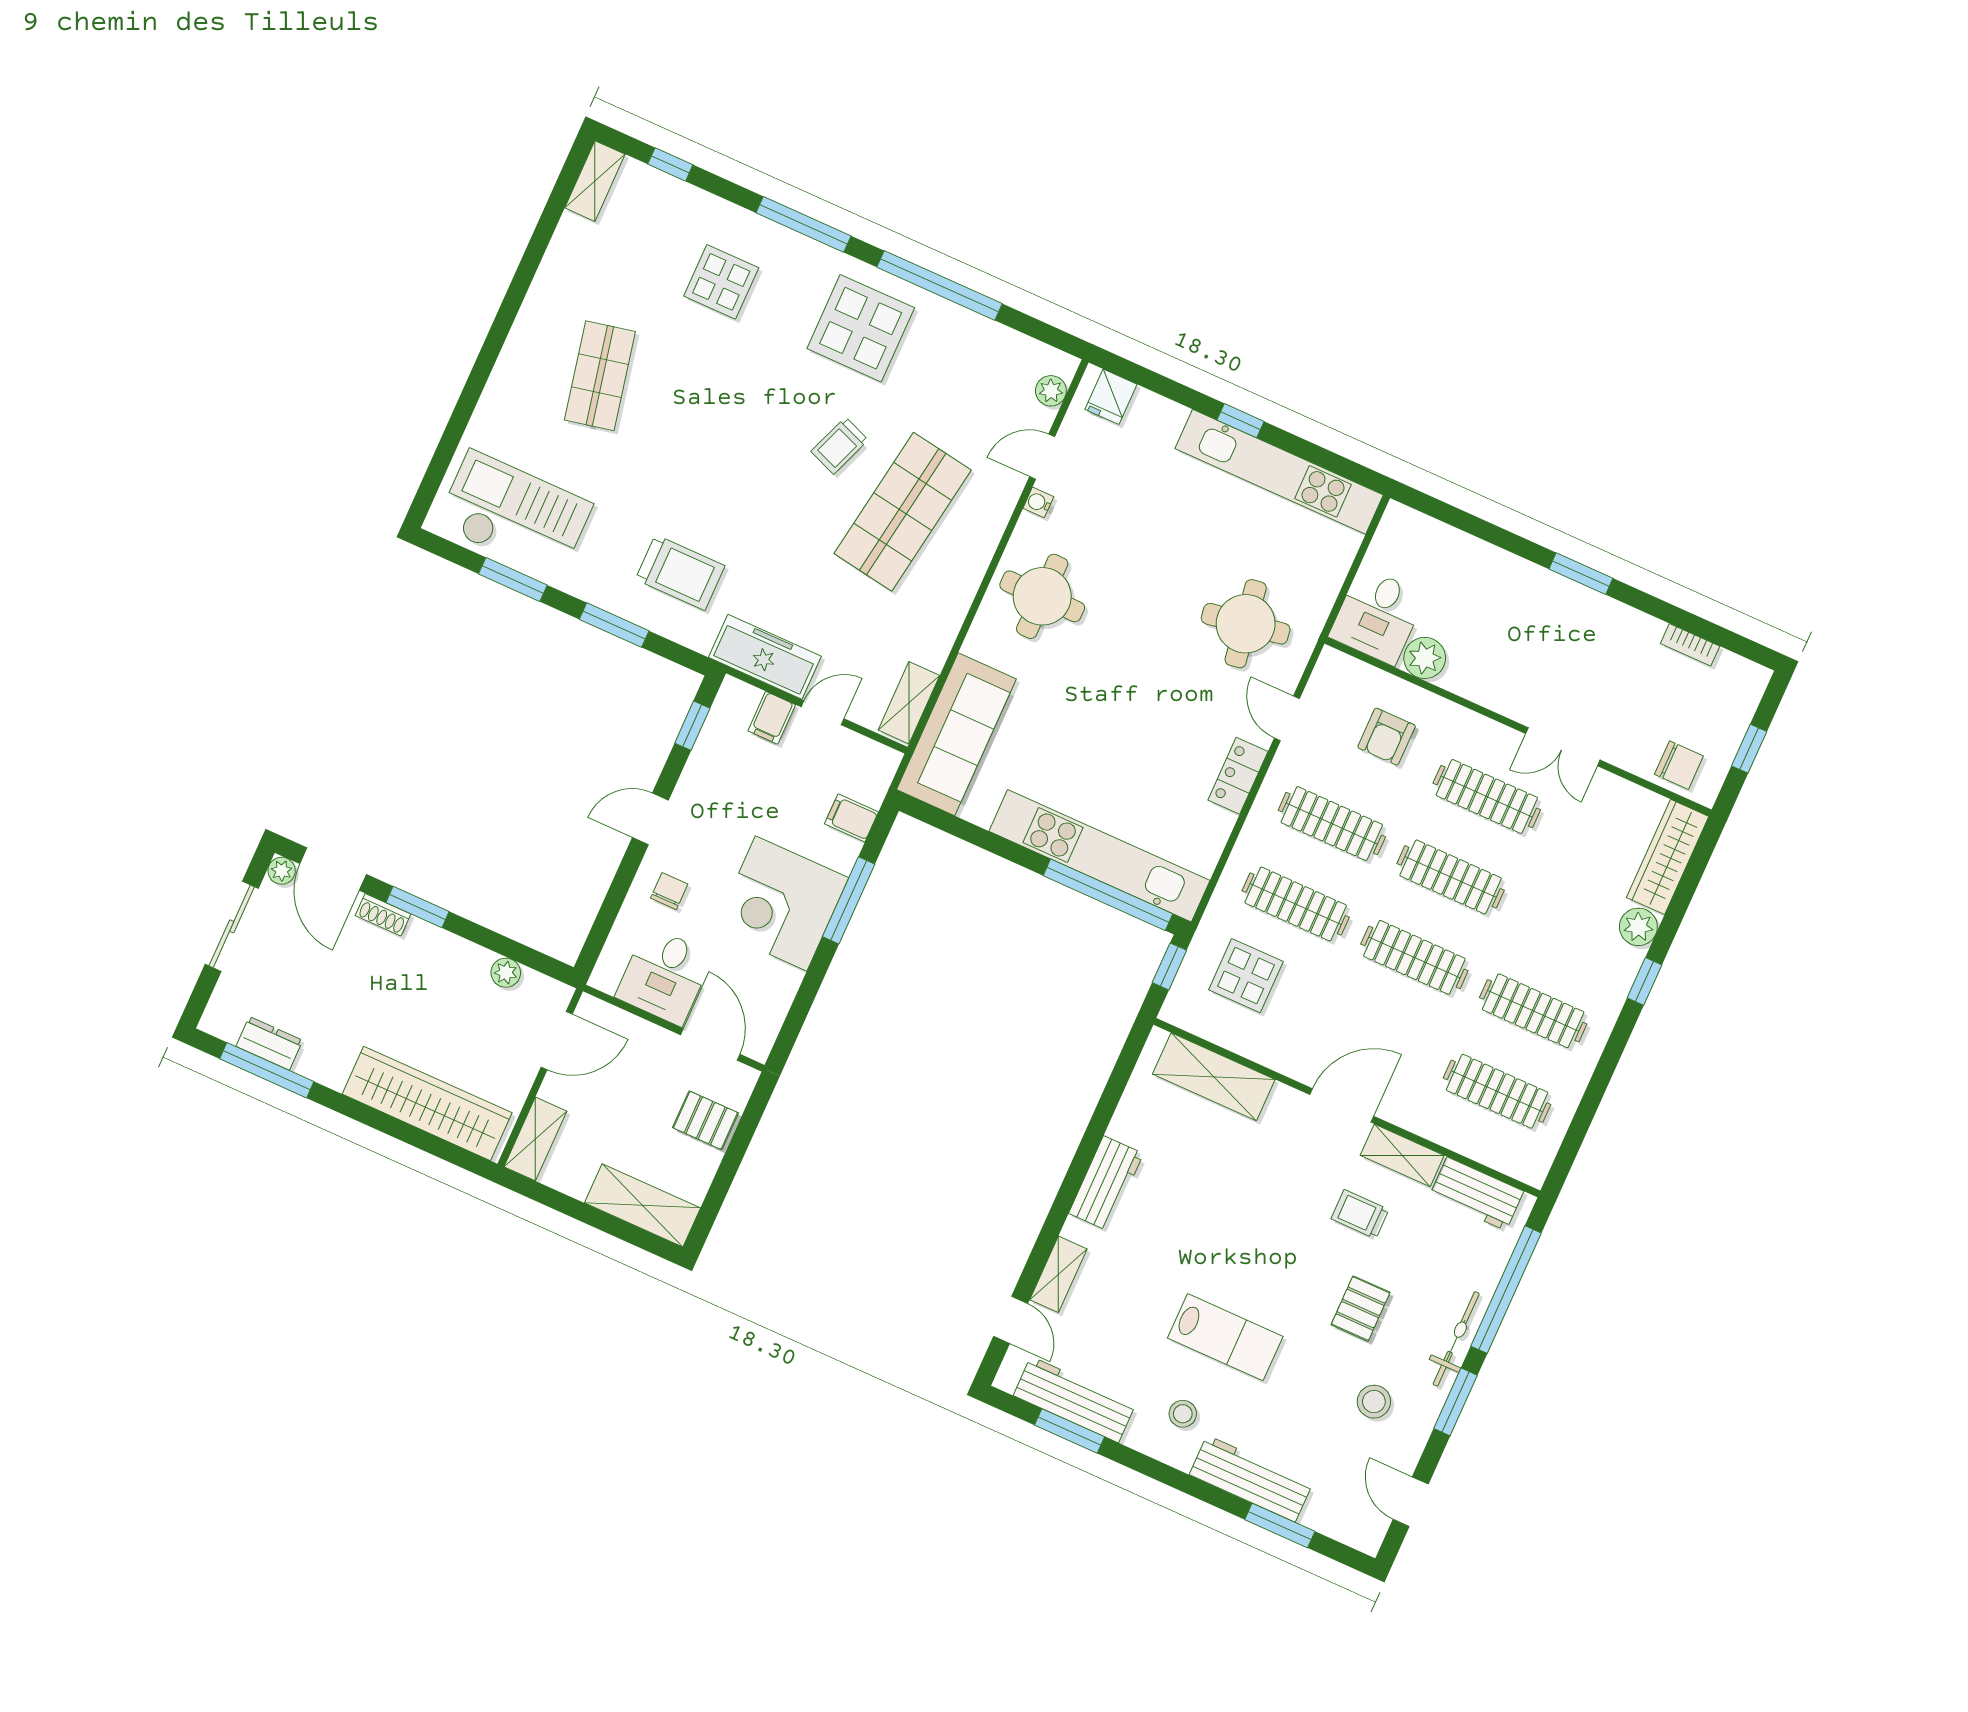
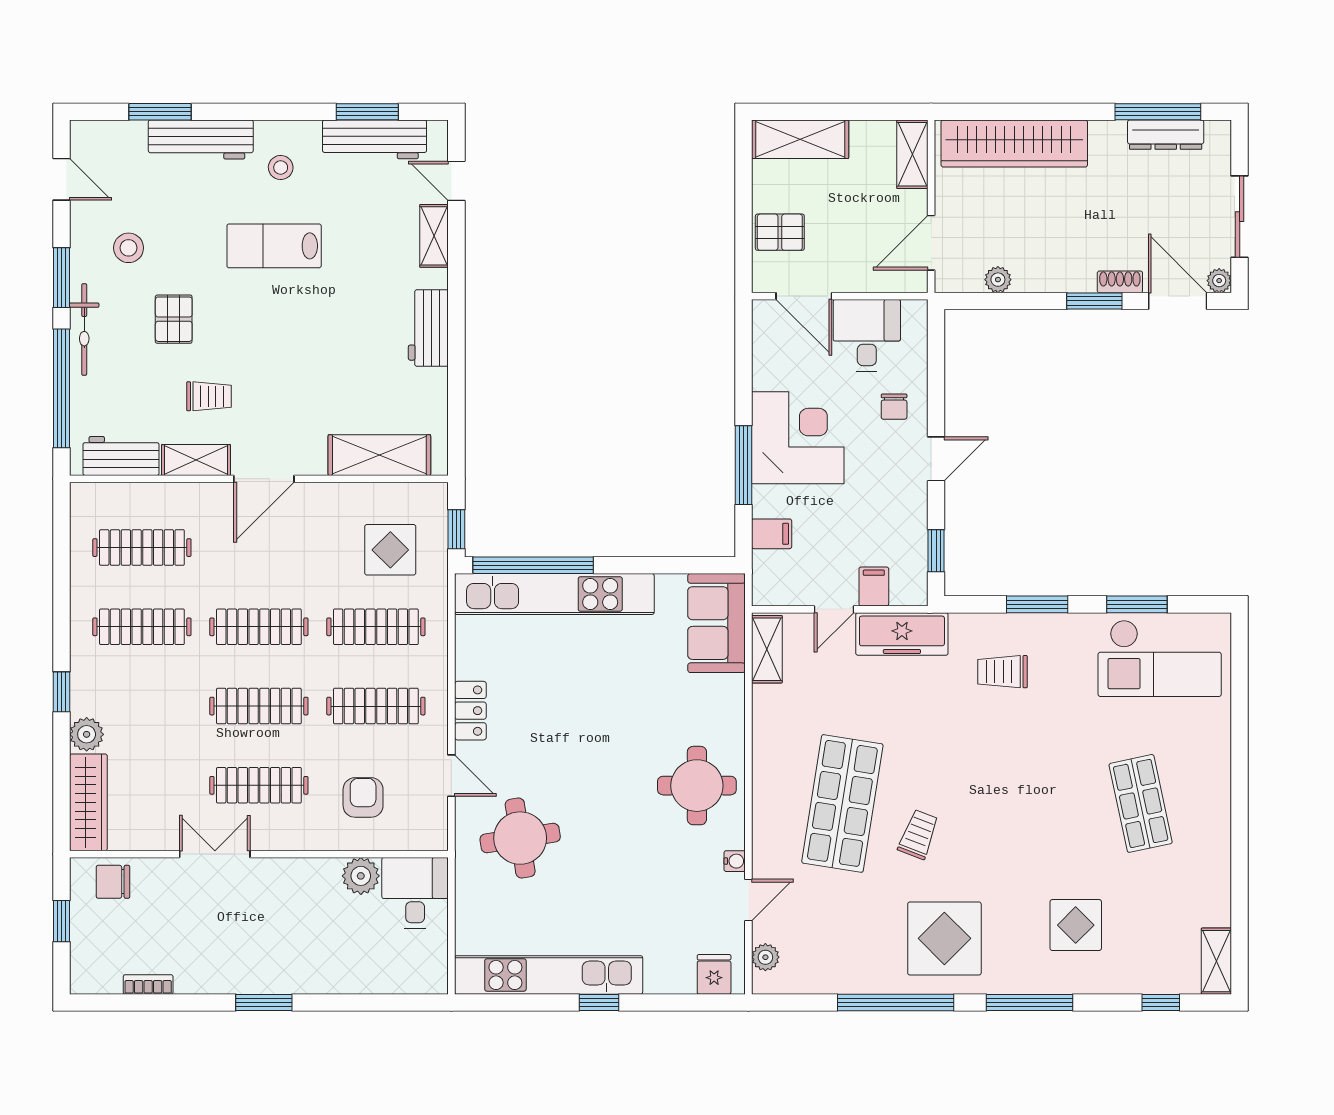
trolley: (680, 573) -> (1002, 672), width x0.73, depth x0.72
sofa: (956, 734) -> (716, 623), width x0.73
dresser: (269, 1043) -> (1166, 135), width x1.44

